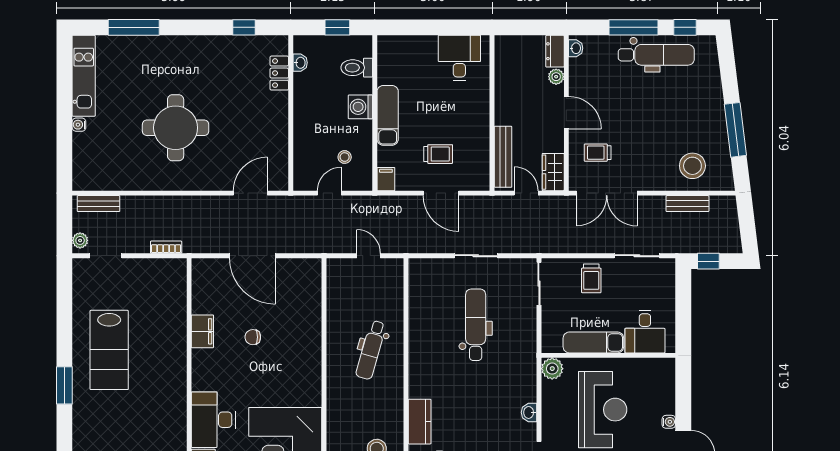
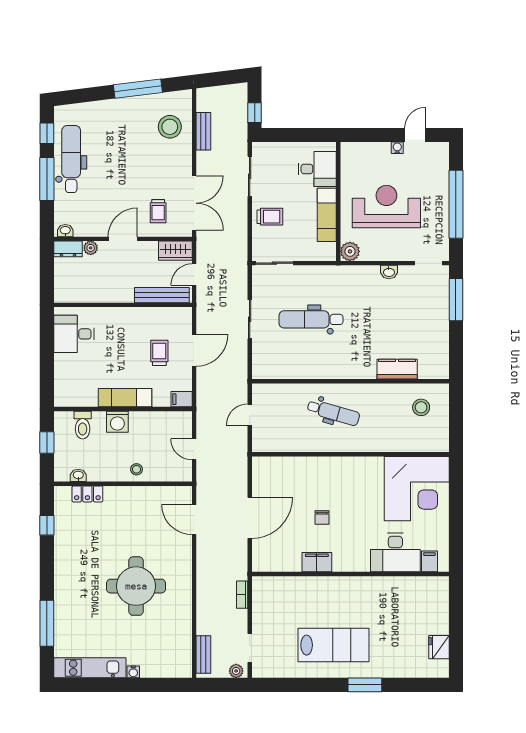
stool: (345, 157) -> (137, 469), moved

